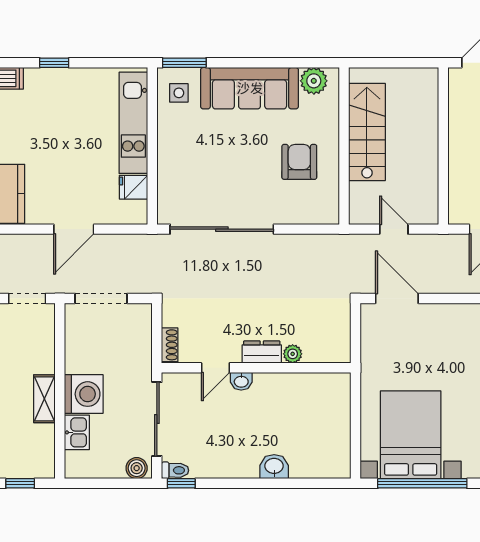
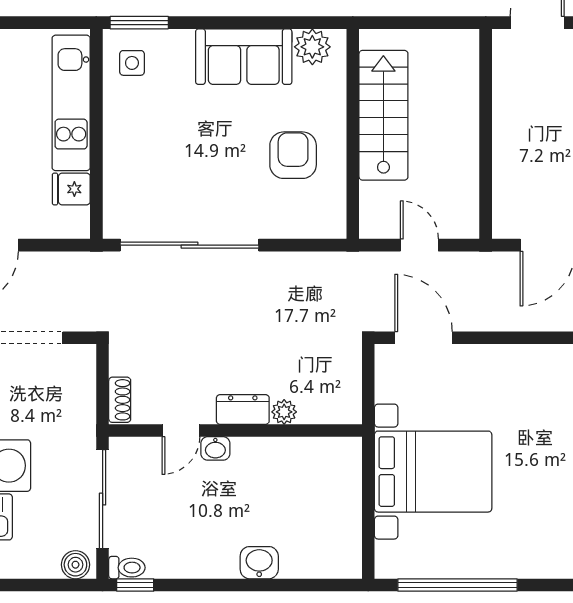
sofa: (250, 88) -> (244, 57), width x0.73
bed with nightstands: (411, 435) -> (433, 472), moved, turned 90

